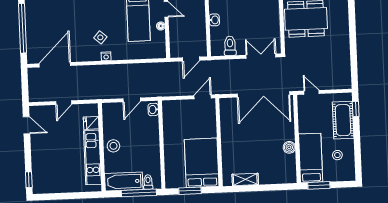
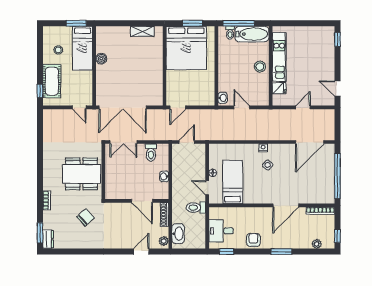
double door: (263, 94) -> (123, 107), swing flipped
door: (132, 100) -> (242, 107), hinge flipped
bed: (202, 163) -> (186, 48), width x1.36

